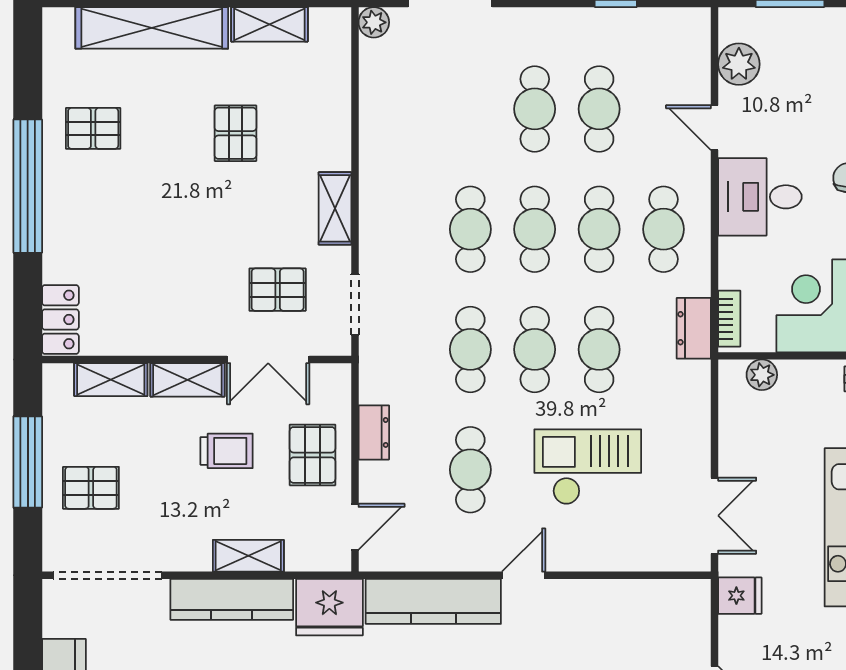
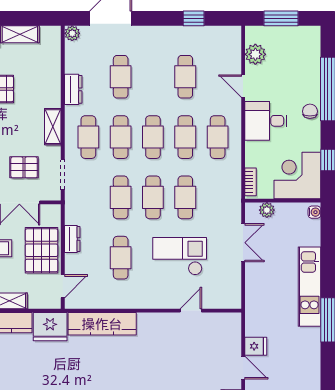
cafe table: (535, 109) -> (121, 77), moved
cafe table: (406, 229) -> (88, 137), added
dresser: (694, 328) -> (73, 89), moved, turned 180
pallet: (313, 455) -> (42, 250), width x1.50, depth x1.42
double door: (715, 516) -> (243, 243), moved
door: (524, 575) -> (191, 311), moved
fridge: (740, 596) -> (256, 346), moved

